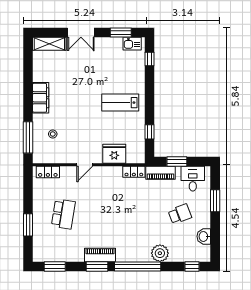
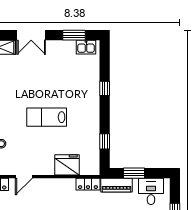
window: (149, 59) -> (105, 88), moved
lab bench: (120, 103) -> (47, 117), moved
door: (85, 165) -> (24, 177), moved

